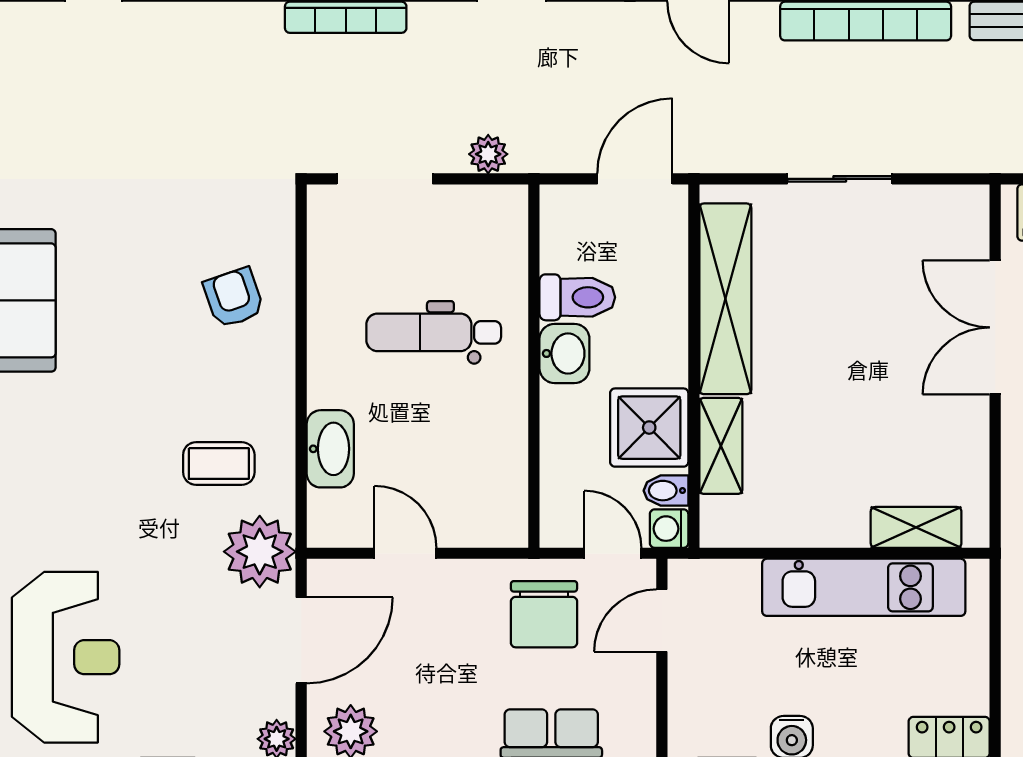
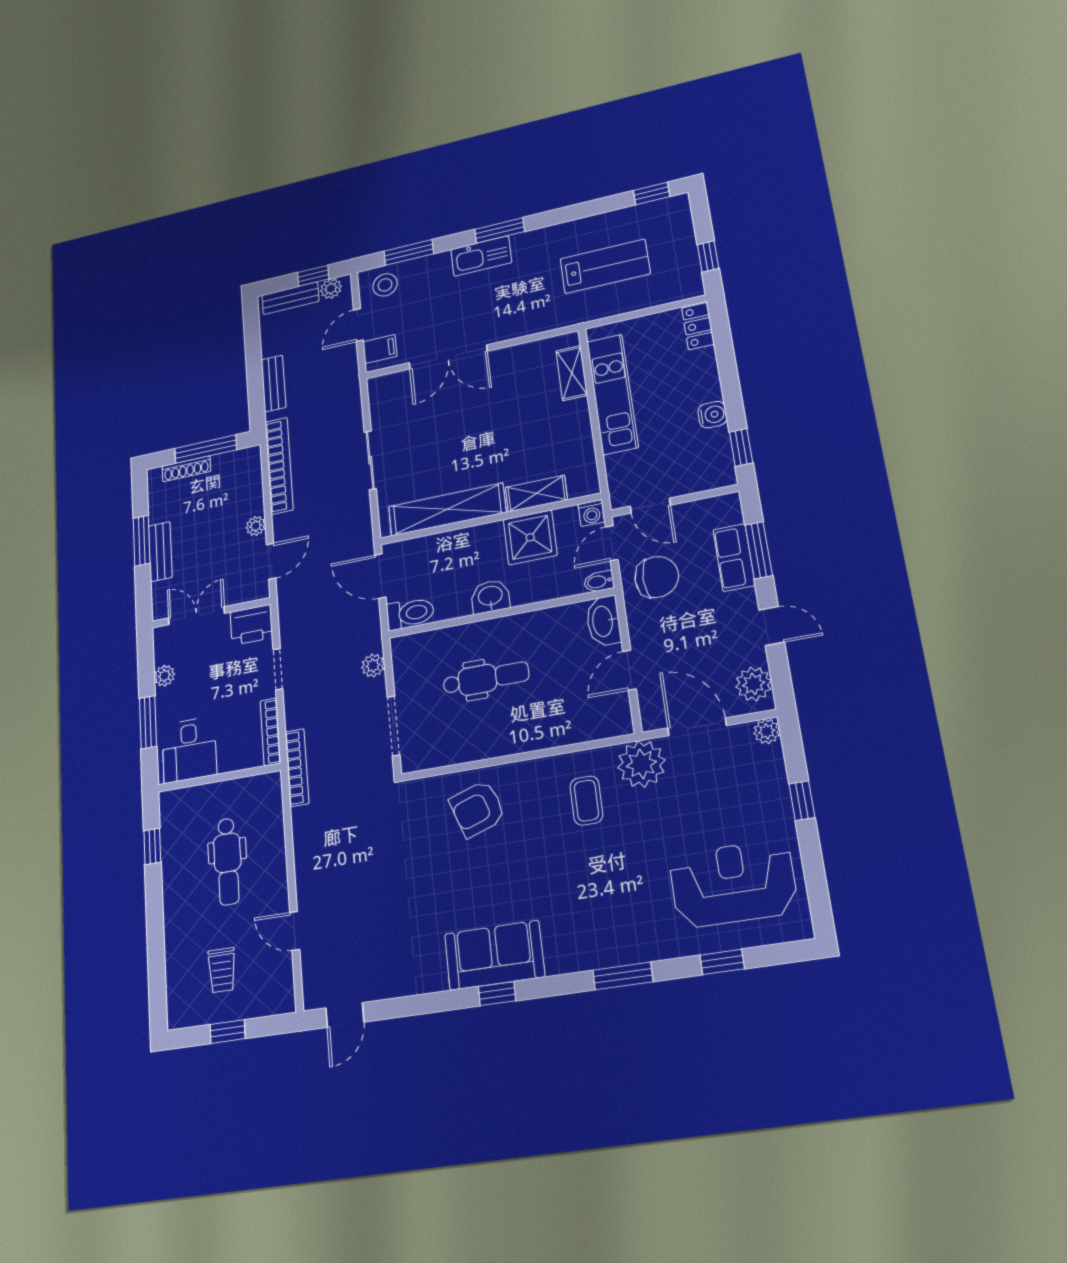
toilet: (577, 297) -> (410, 613), moved, turned 90
armchair: (234, 298) -> (477, 809), width x1.38, depth x1.38
dental chair: (434, 332) -> (486, 678), turned -90
washbasin: (330, 449) -> (603, 621), moved, turned -90
bidet: (666, 491) -> (599, 582), moved, turned 90

